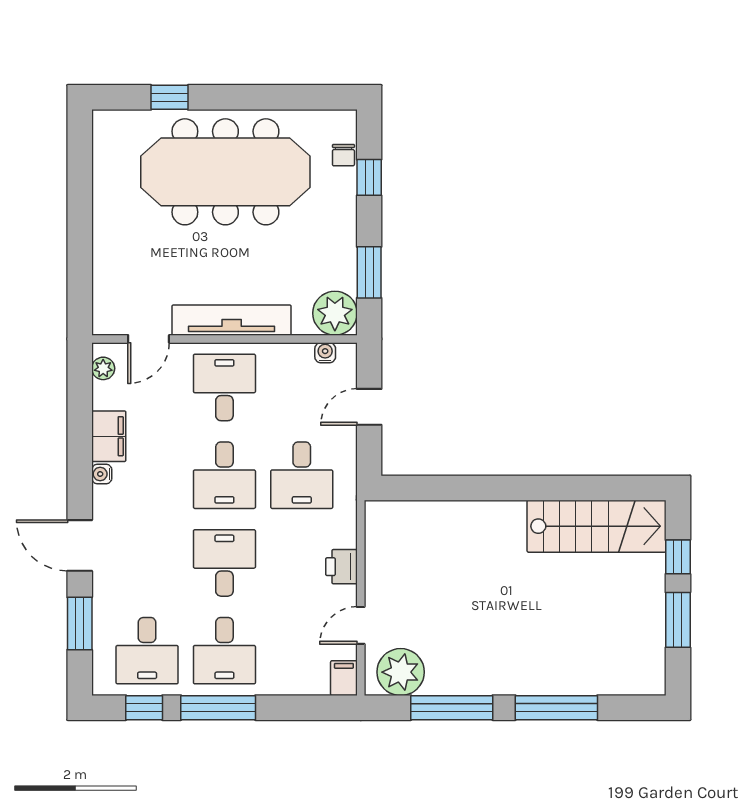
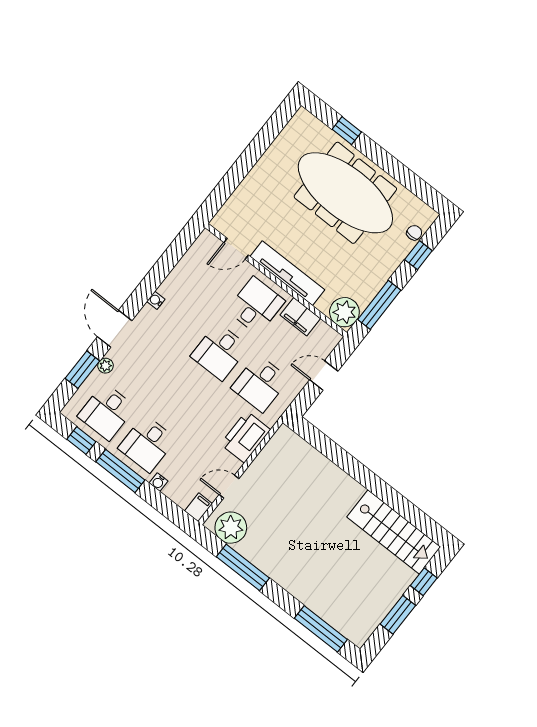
chair: (343, 155) -> (414, 233), turned 180
window: (369, 272) -> (379, 305), width x1.44
water cooler: (325, 353) -> (158, 482), moved, turned 180
plant: (103, 368) -> (106, 366), moved
filing cabinet: (109, 436) -> (300, 317), moved, turned 90
desk: (224, 563) -> (183, 398), removed
printer: (341, 567) -> (245, 437), width x1.87, depth x1.48
window: (556, 708) -> (321, 629), moved

